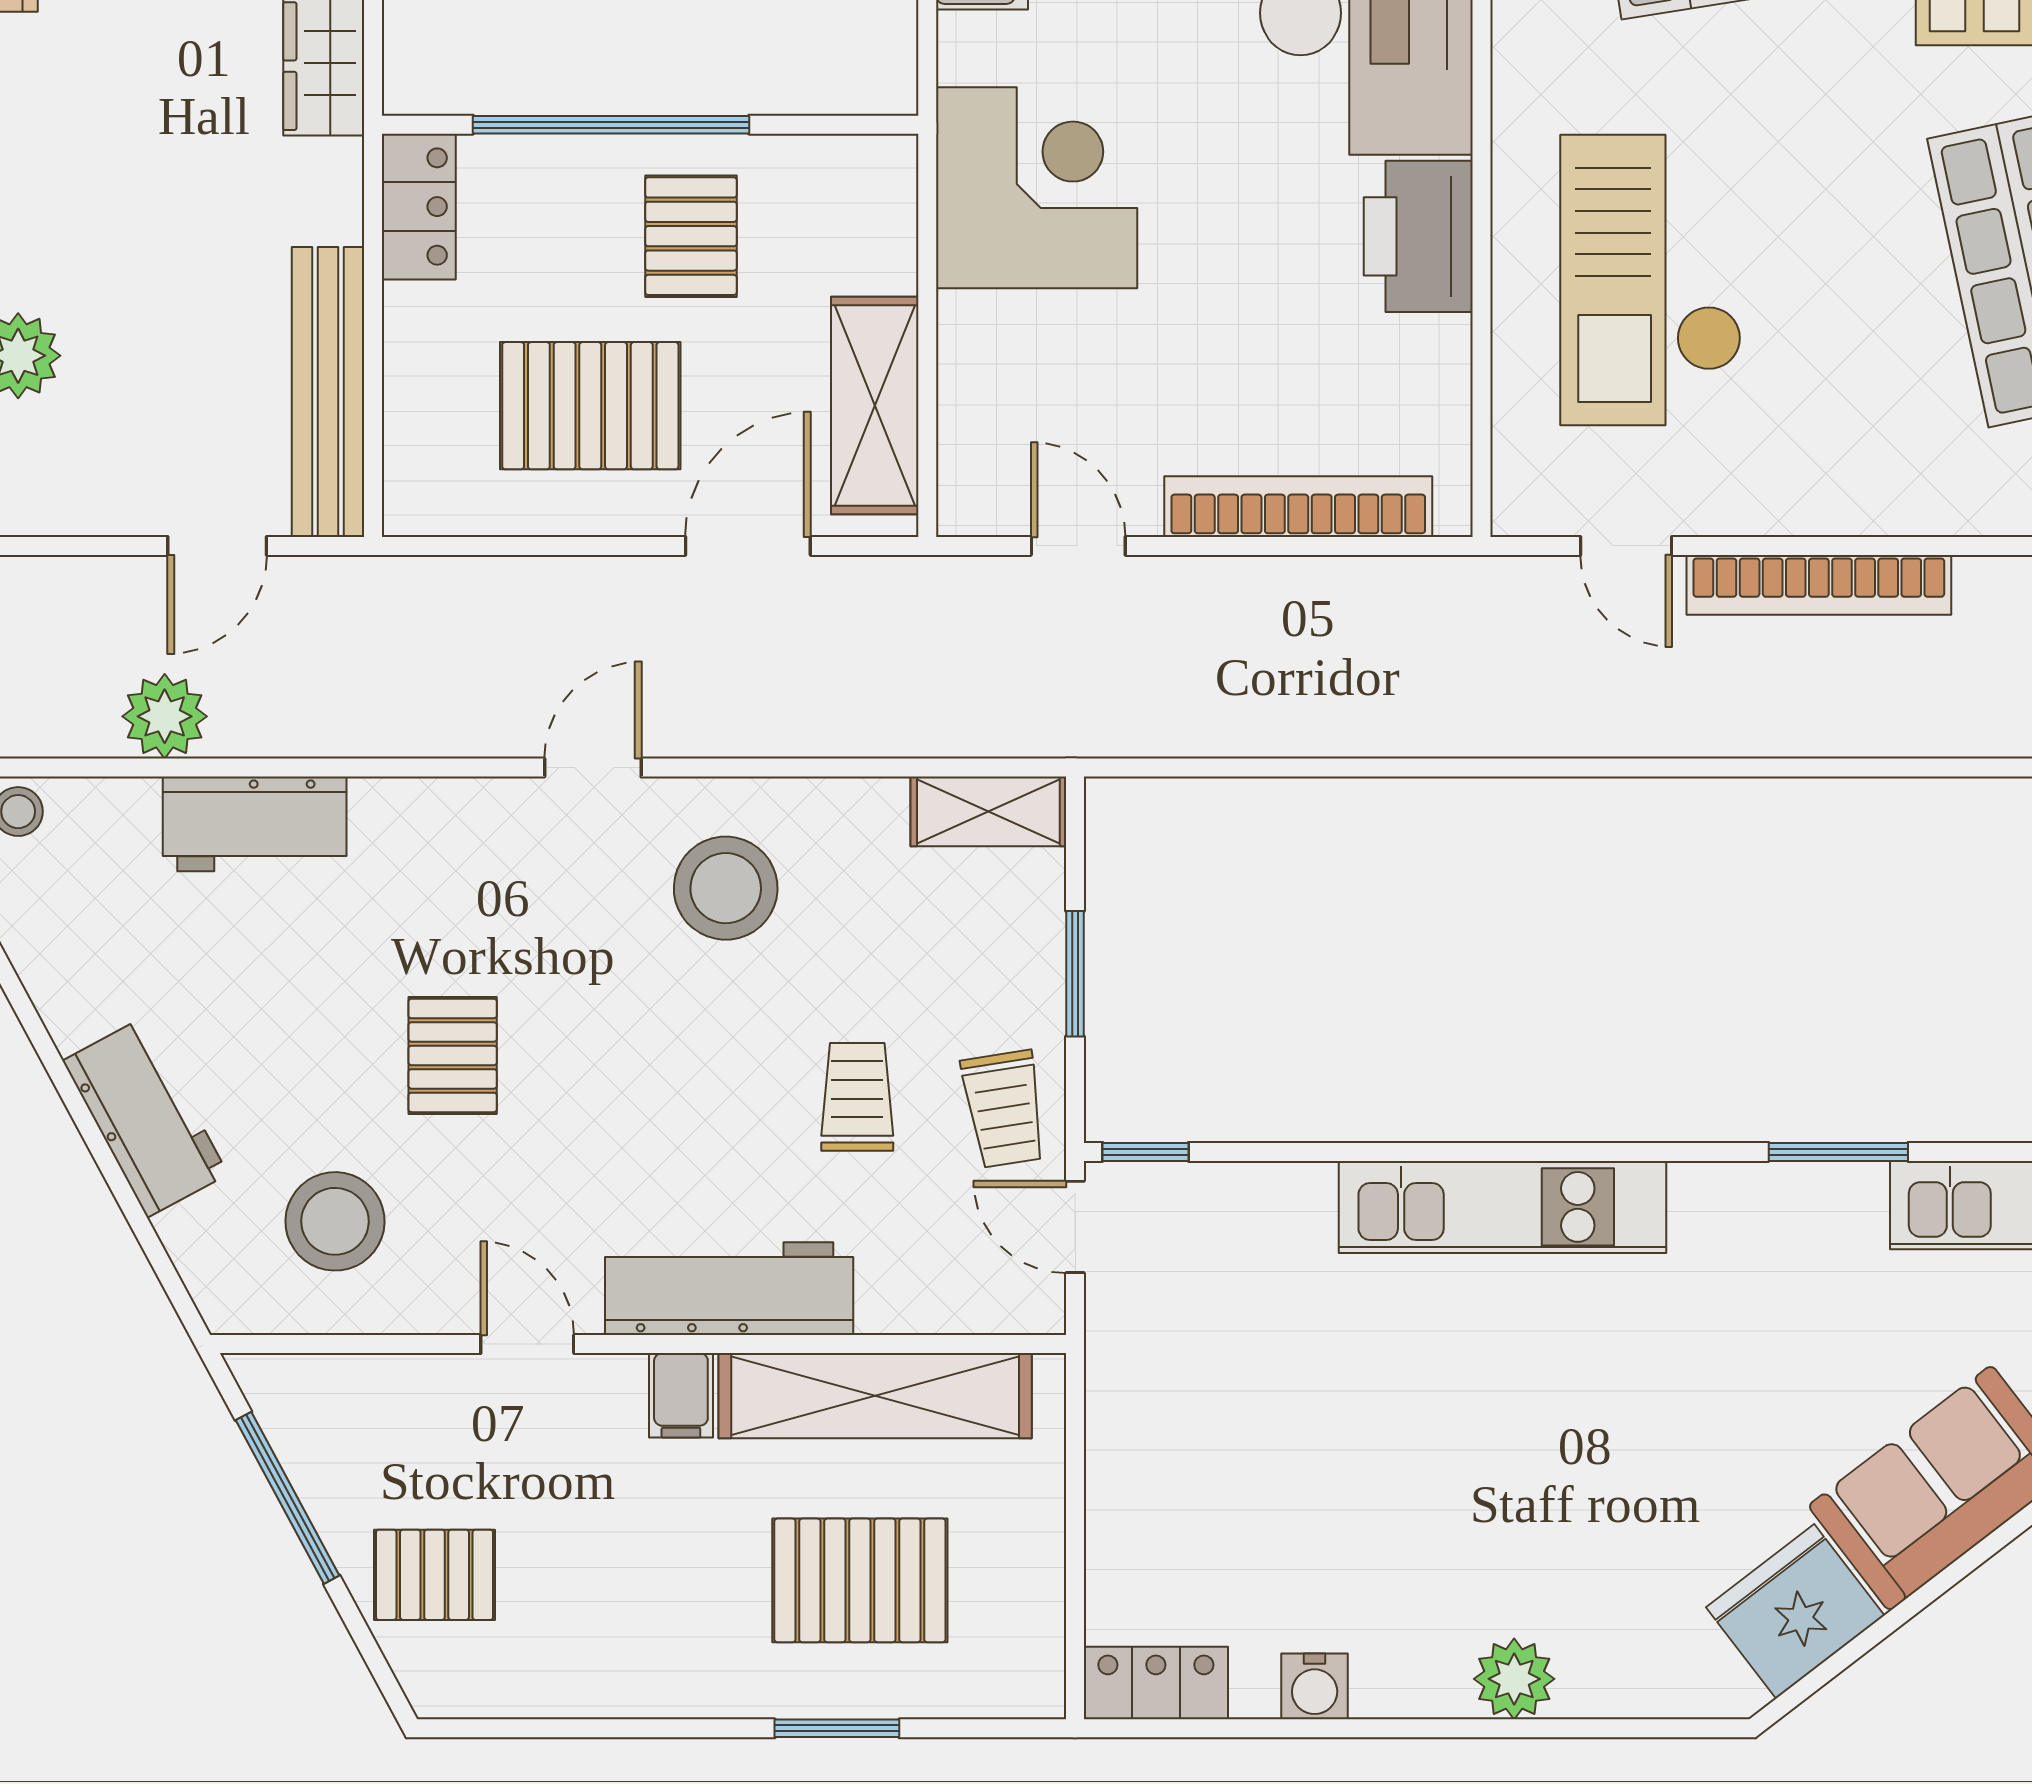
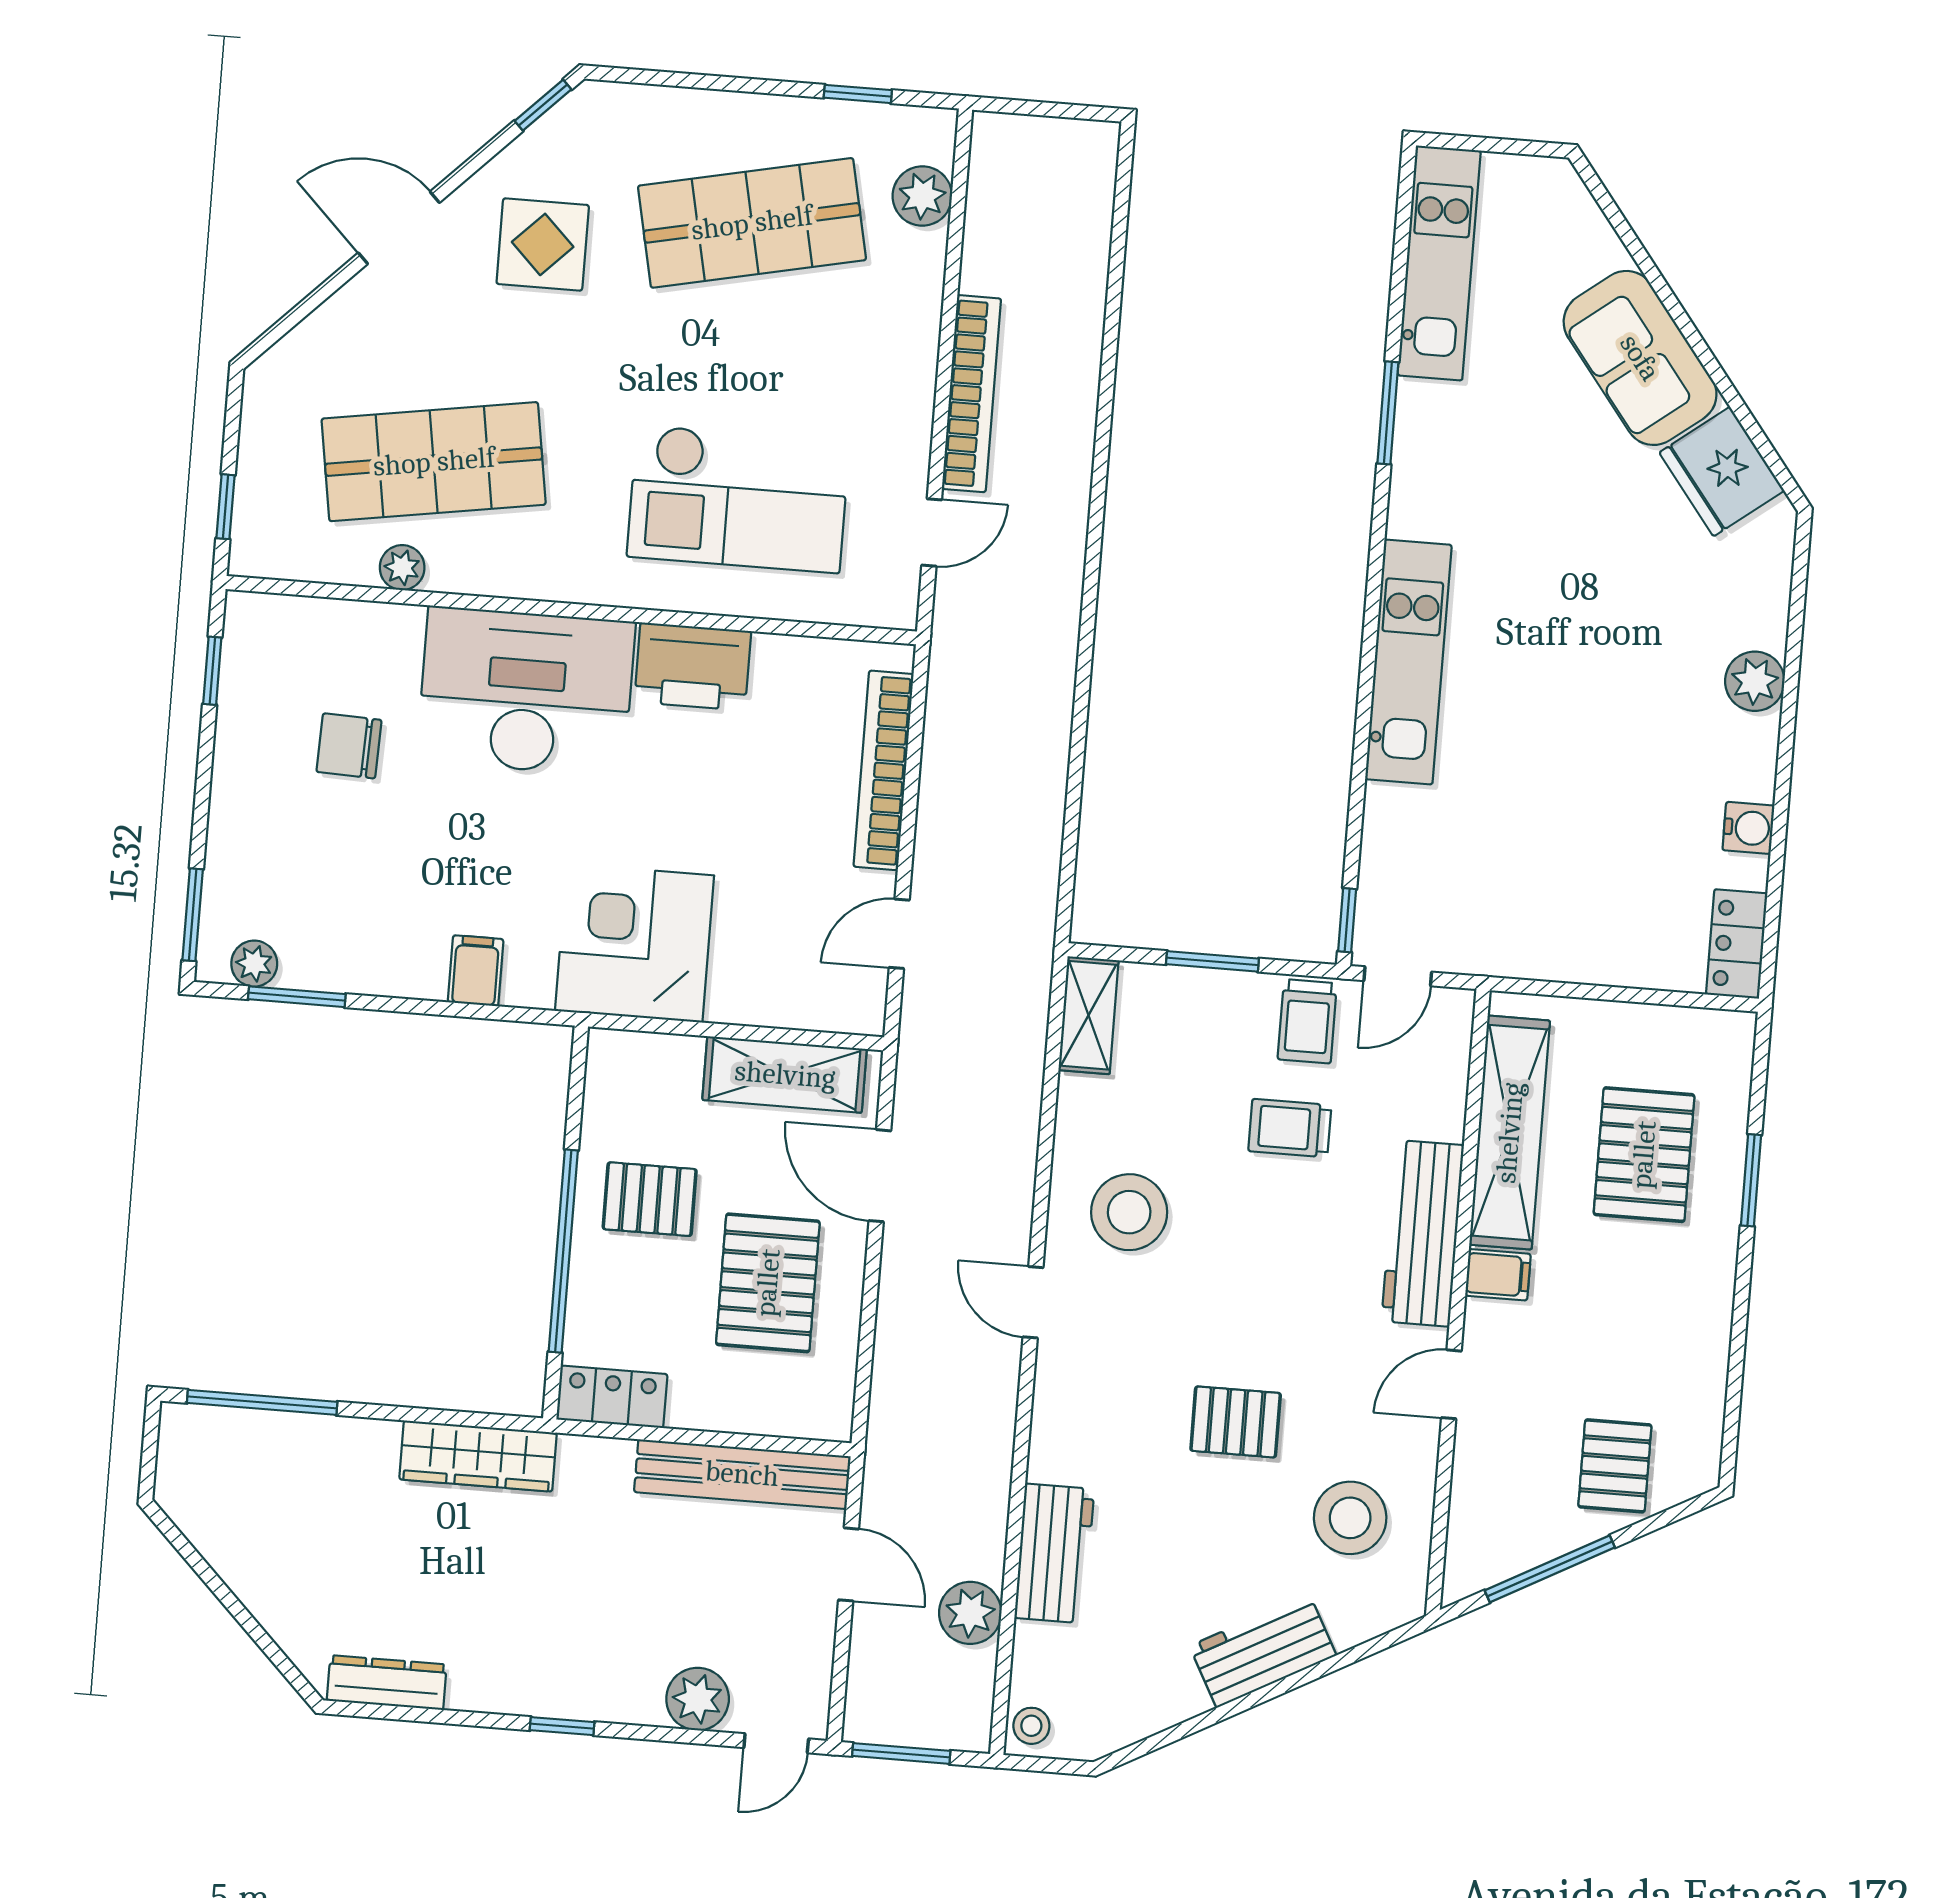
trolley: (1004, 1109) -> (1307, 1021), turned 99

